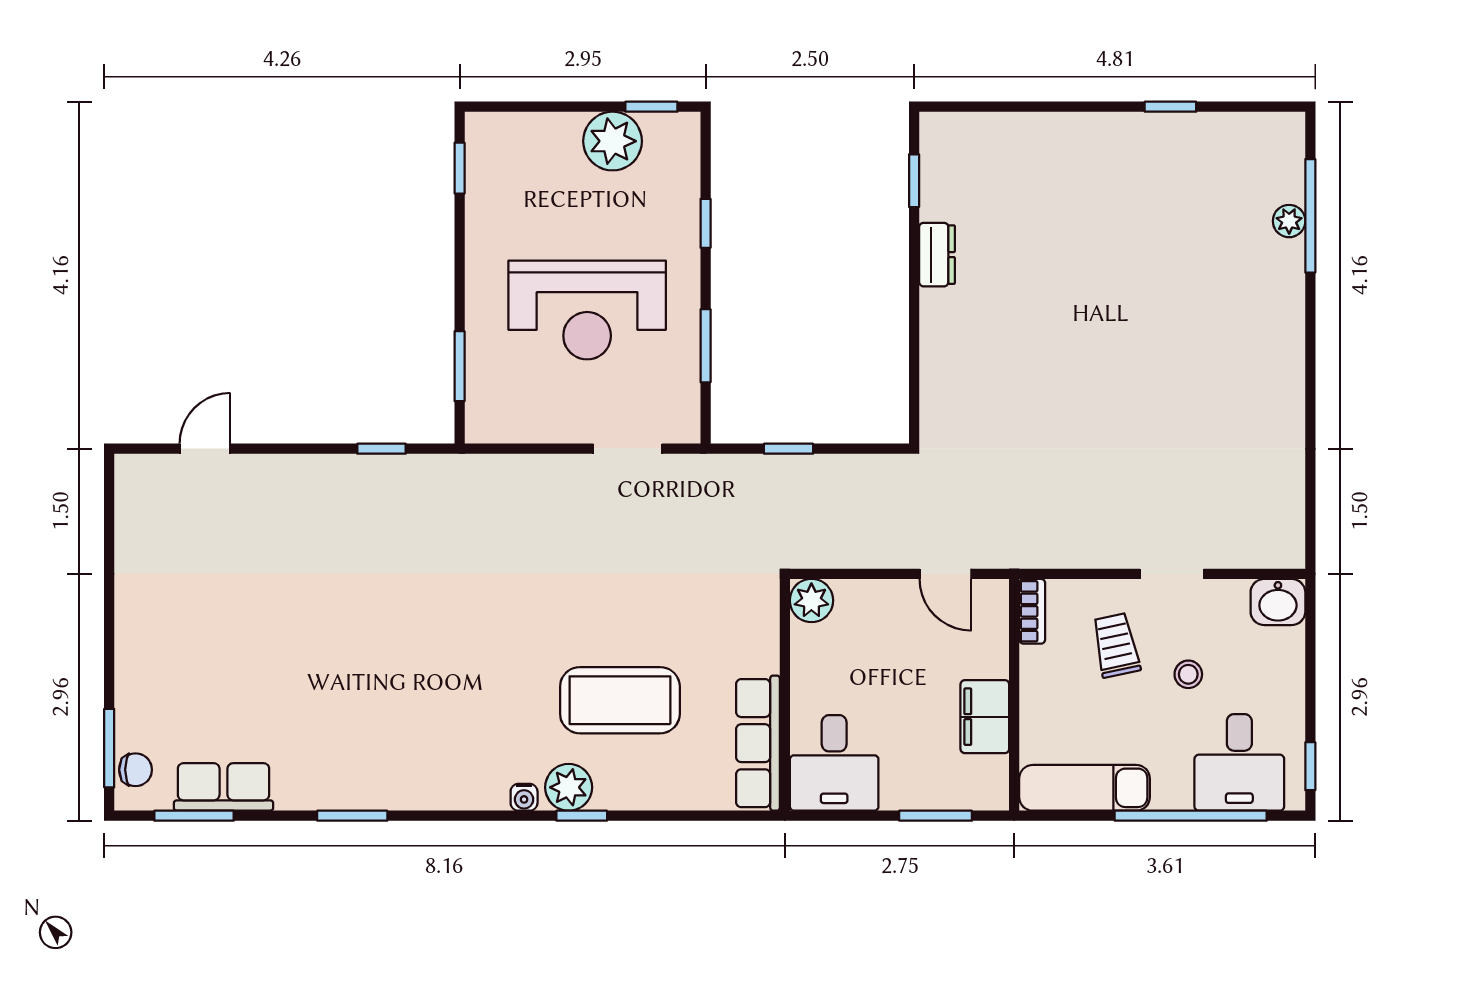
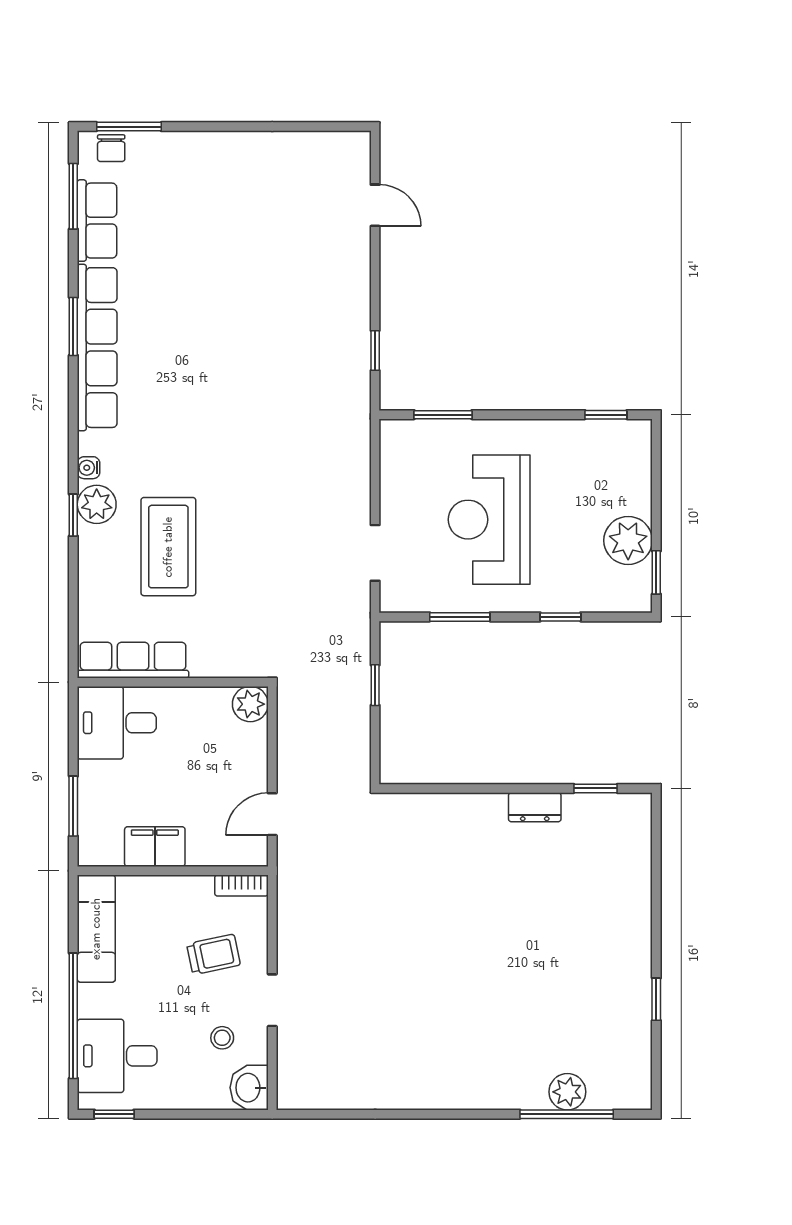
plant: (1289, 221) -> (567, 1092), width x1.38, depth x1.38
stool: (1188, 674) -> (222, 1038), moved
row of seats: (378, 787) -> (97, 348), added

